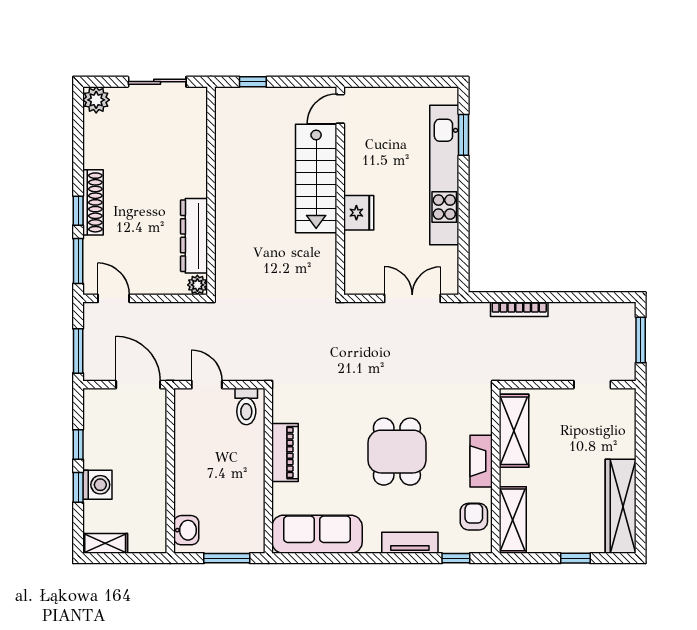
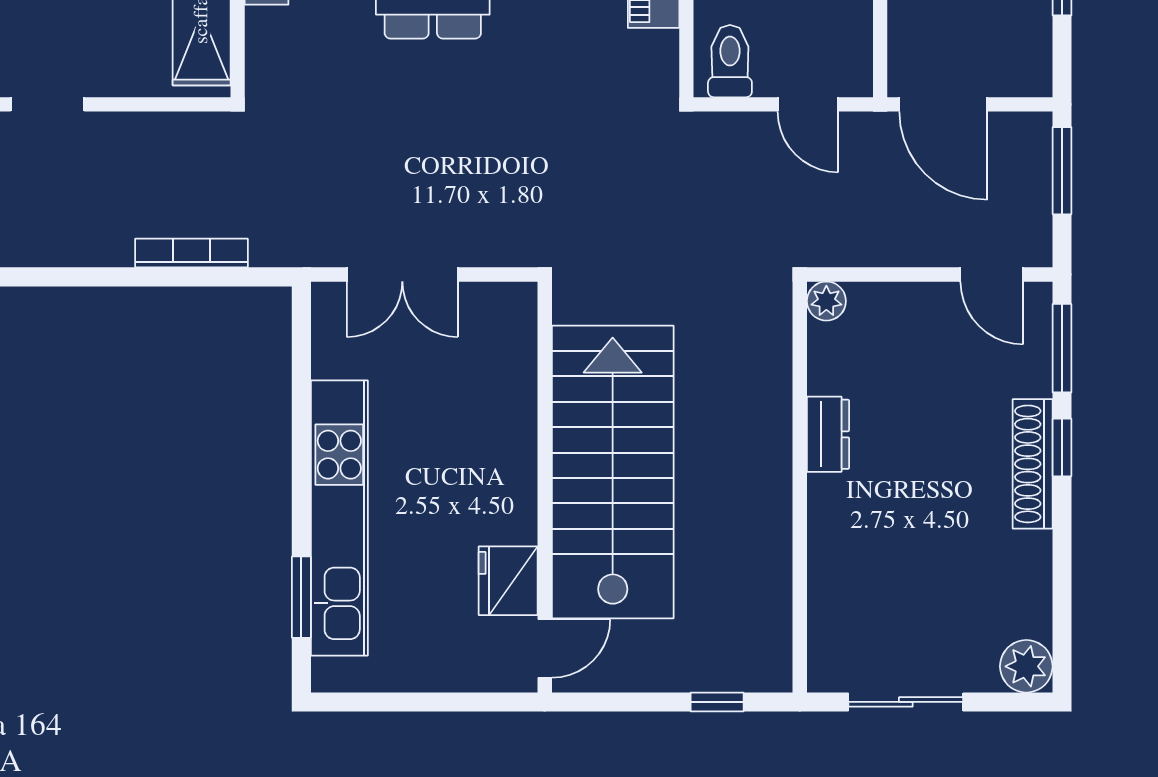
stairs: (316, 179) -> (613, 472), width x1.36, depth x1.51
fridge: (359, 213) -> (508, 581), moved
dresser: (194, 236) -> (828, 434), width x0.51, depth x0.80

